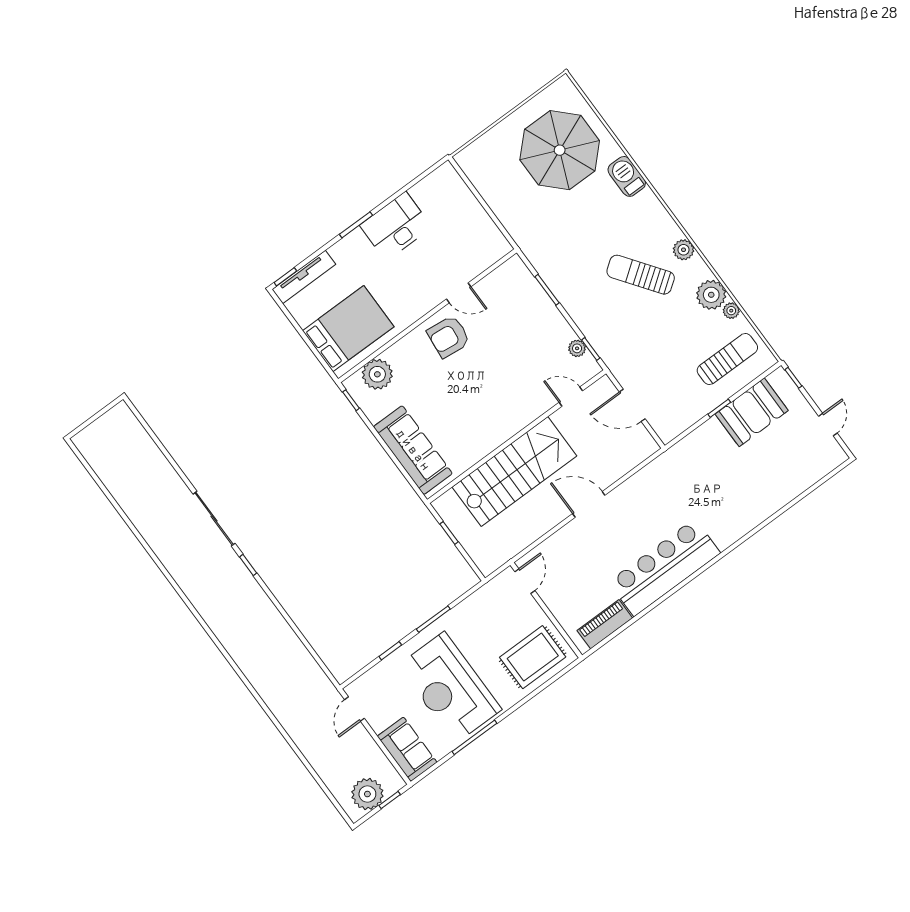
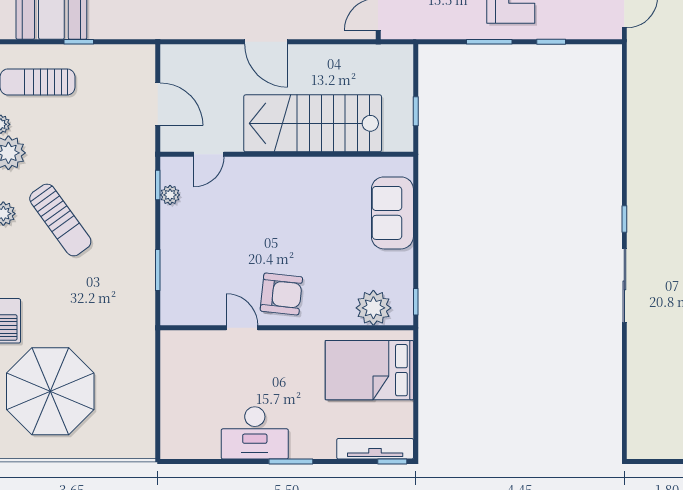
door: (571, 397) -> (209, 154), hinge flipped
sofa: (413, 450) -> (392, 213), width x0.73

